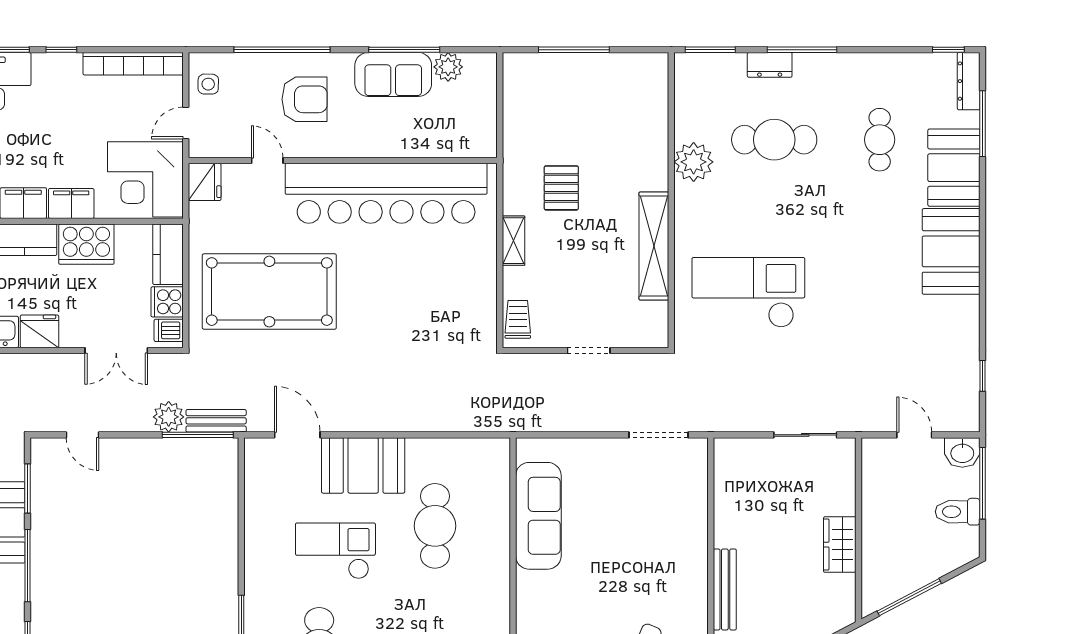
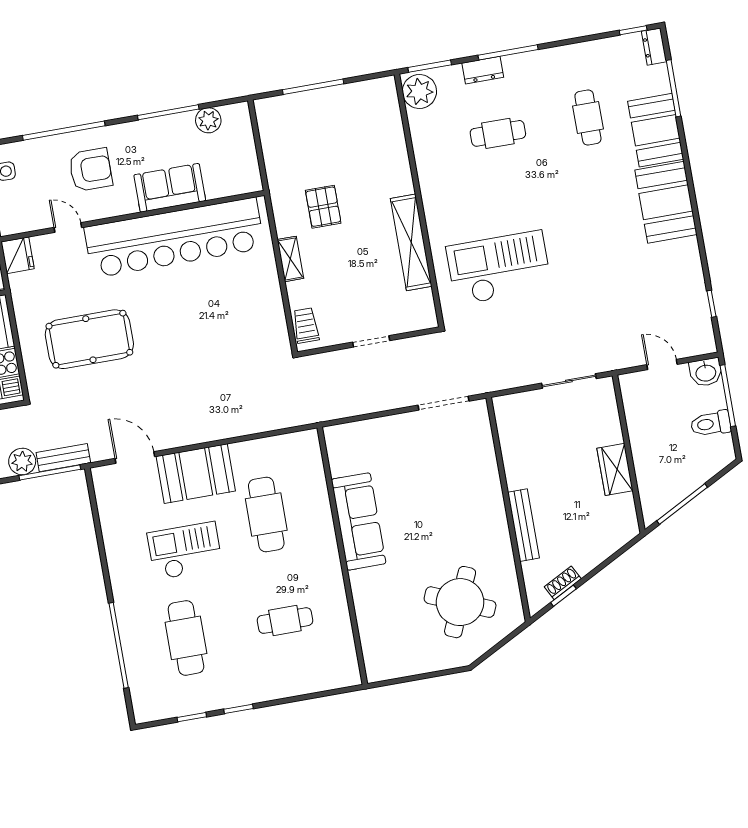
sofa: (393, 74) -> (170, 188), moved, turned 180
dresser: (969, 81) -> (654, 47), width x0.70
cafe table: (774, 140) -> (498, 133), width x0.73, depth x0.74
plant: (694, 162) -> (419, 91), moved
pool table: (269, 292) -> (89, 339), width x0.73, depth x0.76
sofa: (538, 516) -> (359, 521), moved

